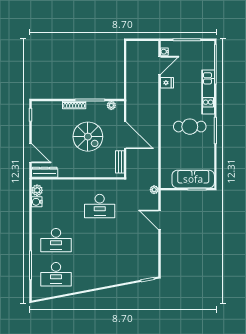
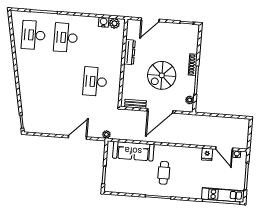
kitchen unit: (208, 92) -> (223, 195), moved
cafe table: (190, 127) -> (164, 173), width x0.73, depth x0.74
dresser: (45, 172) -> (130, 52), moved
sofa: (193, 179) -> (133, 151), moved, turned 90

